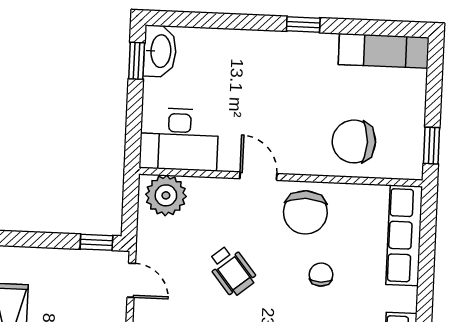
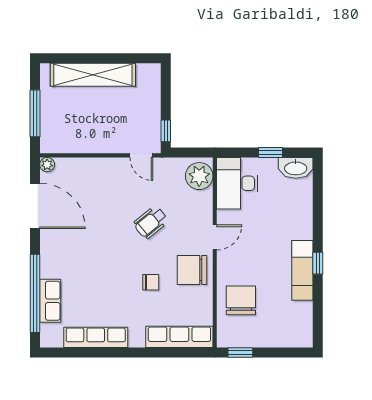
exam couch: (384, 51) -> (302, 270), moved
window: (137, 61) -> (270, 152), moved
door: (131, 280) -> (141, 155), hinge flipped

